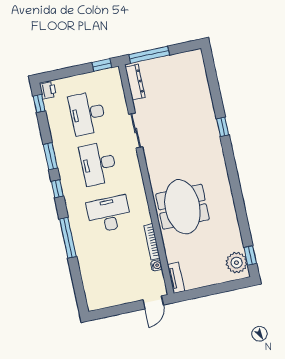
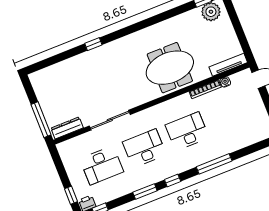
window: (102, 65) -> (71, 195), moved
sliding door: (136, 131) -> (110, 120), width x1.37
desk: (98, 164) -> (144, 148), turned 180
desk: (109, 214) -> (187, 131), turned 90
tv unit: (176, 278) -> (228, 65), width x1.41

